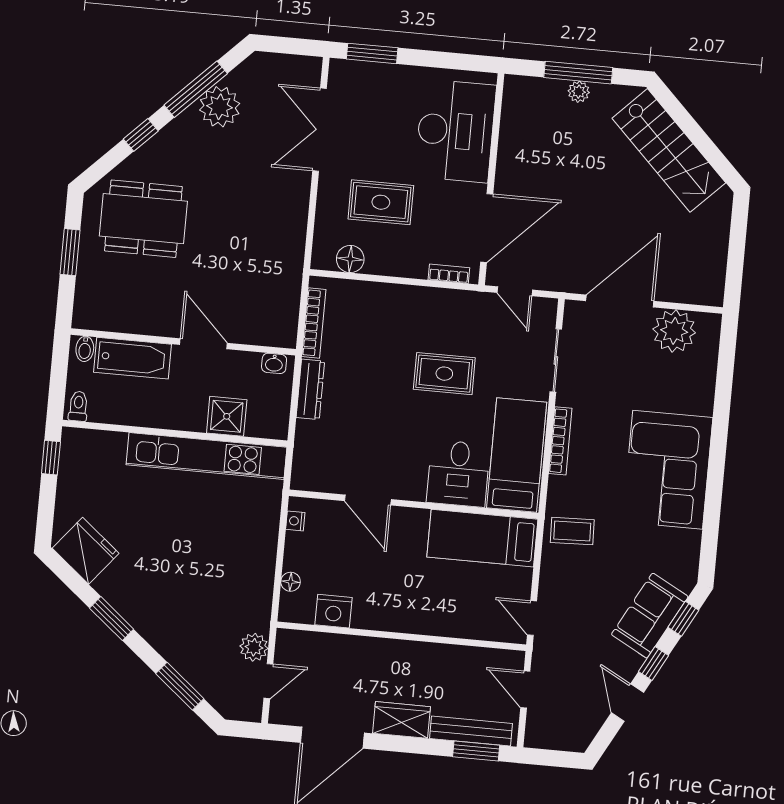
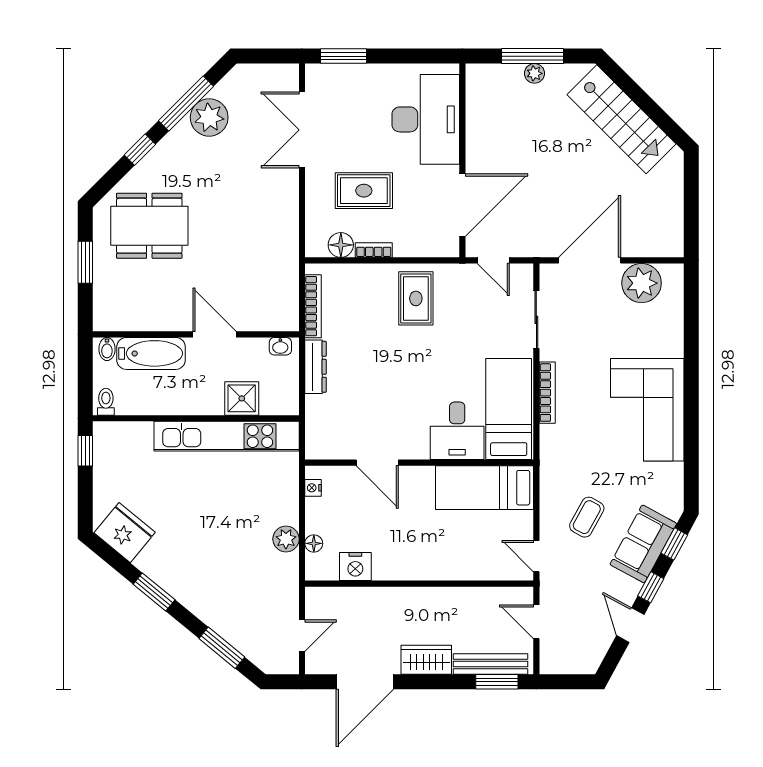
bookcase: (449, 274) -> (374, 250), moved
rug: (444, 374) -> (416, 298), moved, turned 90
coffee table: (572, 531) -> (587, 517), moved, turned -59
plant: (254, 647) -> (286, 539), moved

